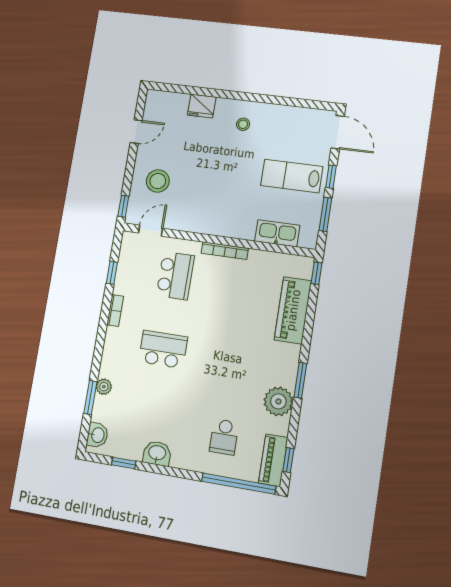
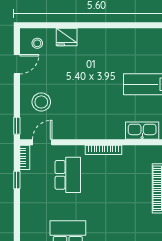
stool: (243, 124) -> (37, 43), moved
bookcase: (115, 311) -> (25, 157), moved

